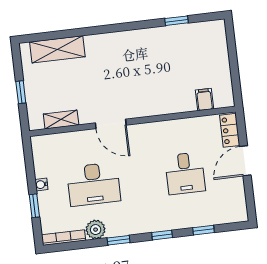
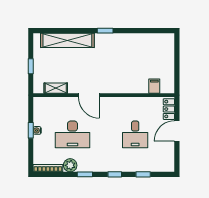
window: (176, 21) -> (105, 31), moved
shelving: (57, 49) -> (67, 40), width x1.47
window: (34, 206) -> (31, 130), moved

